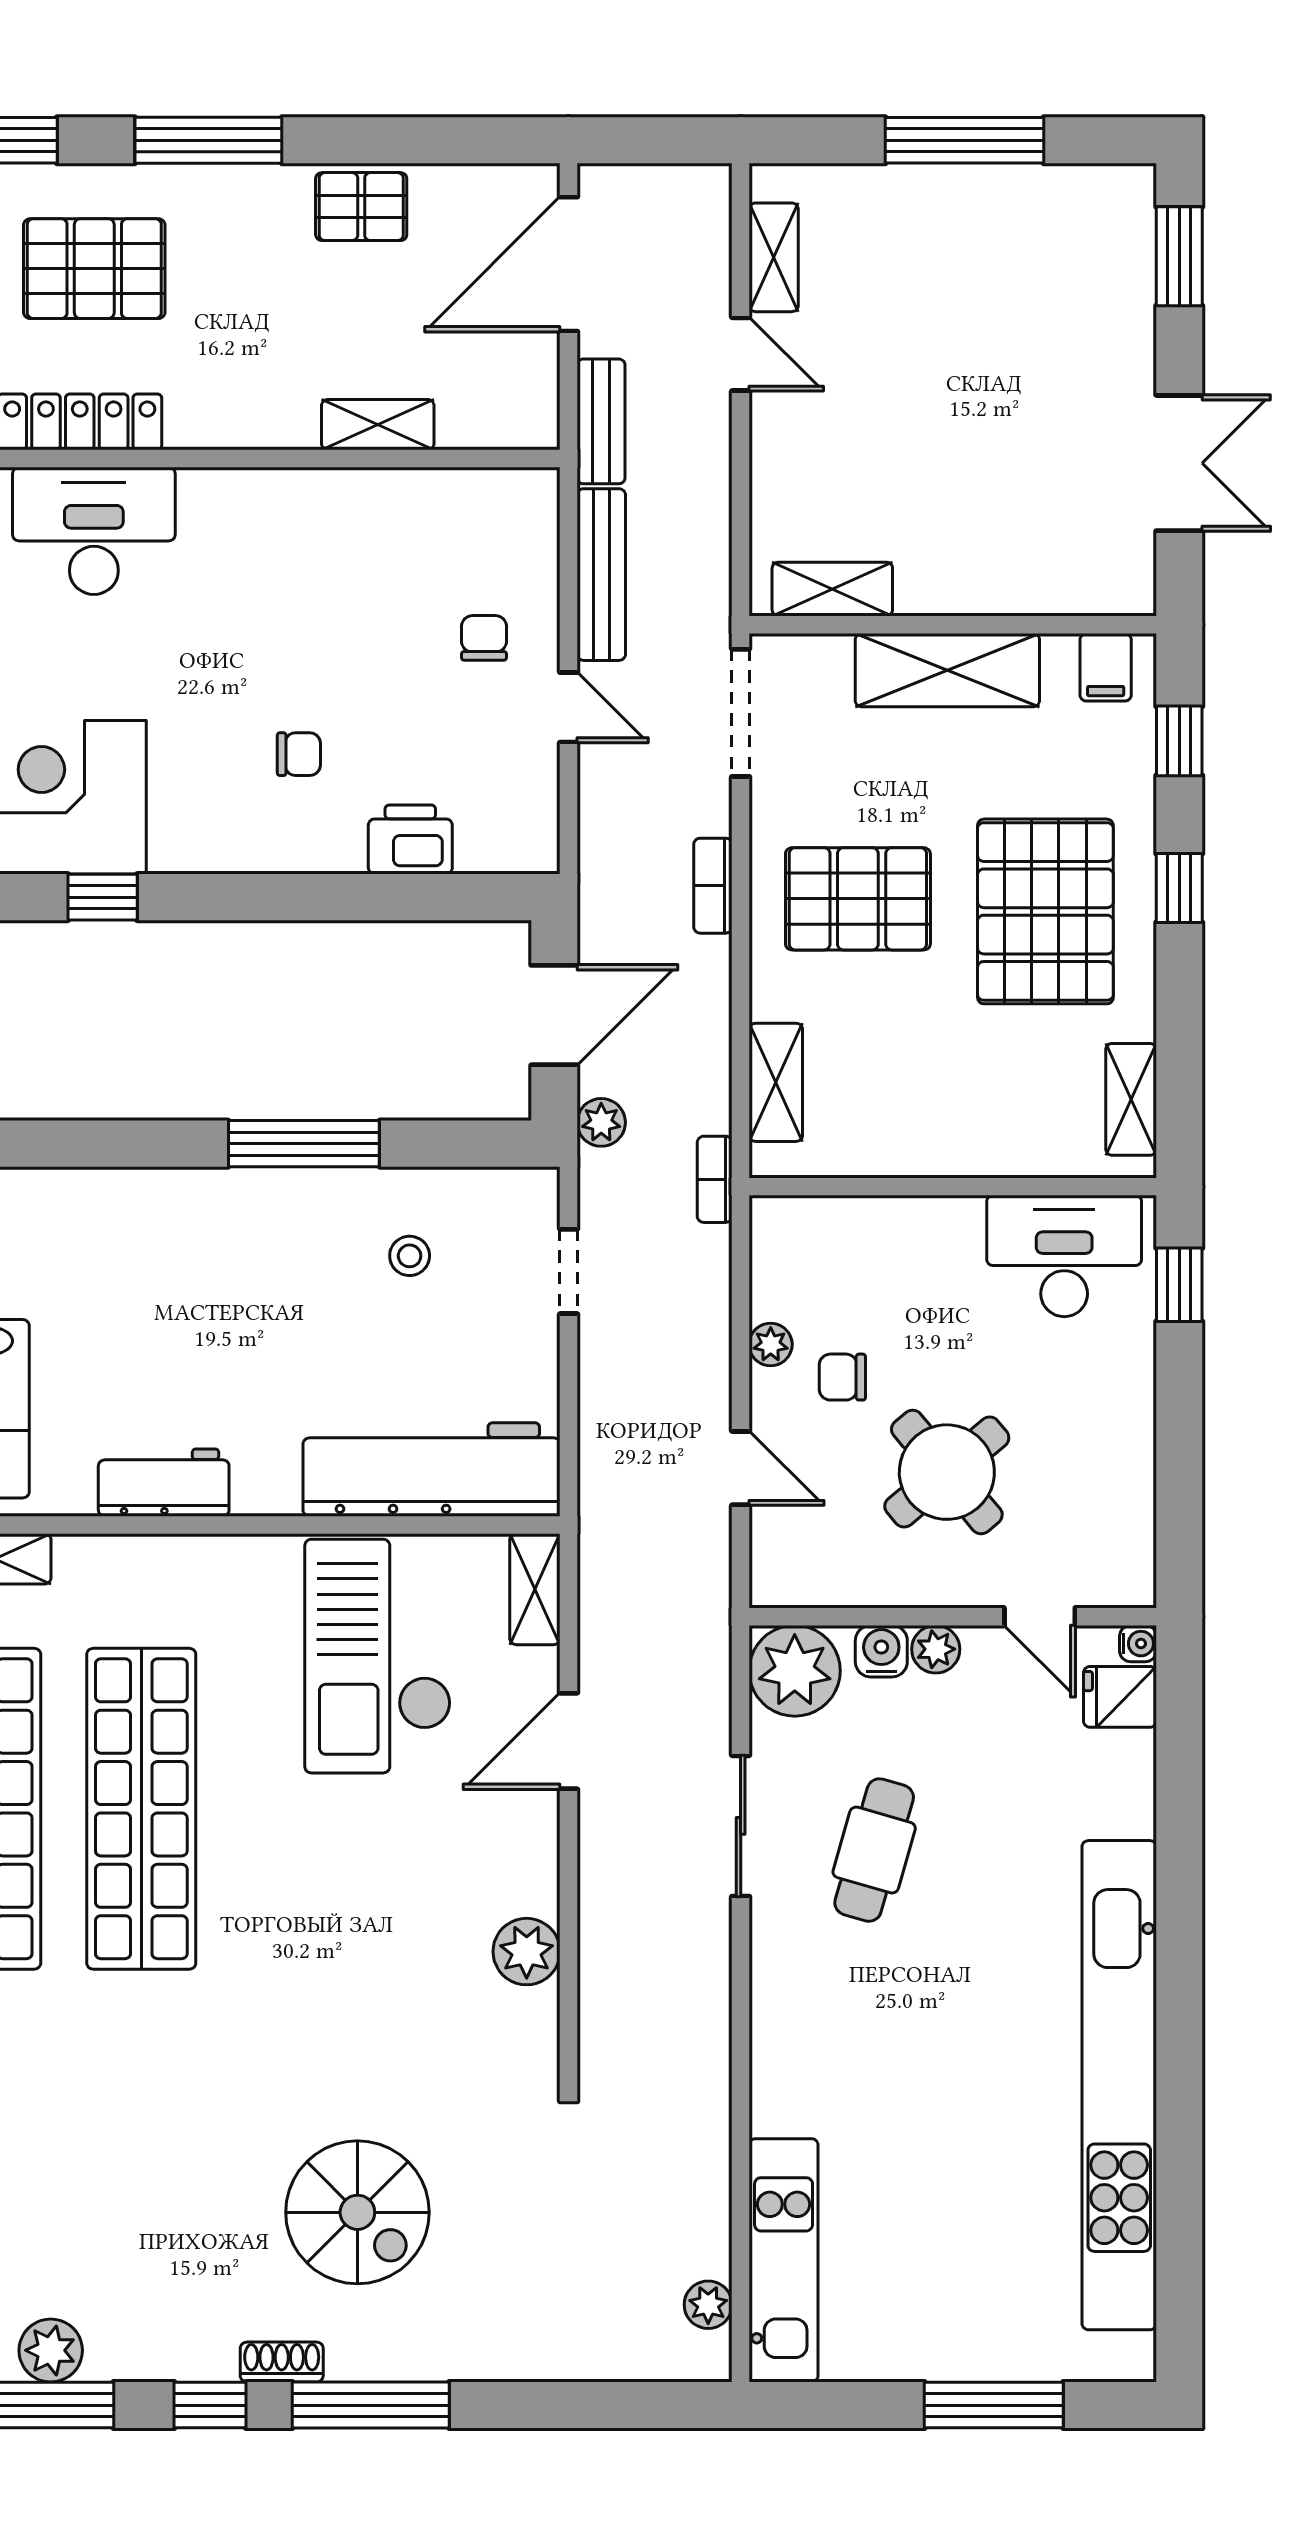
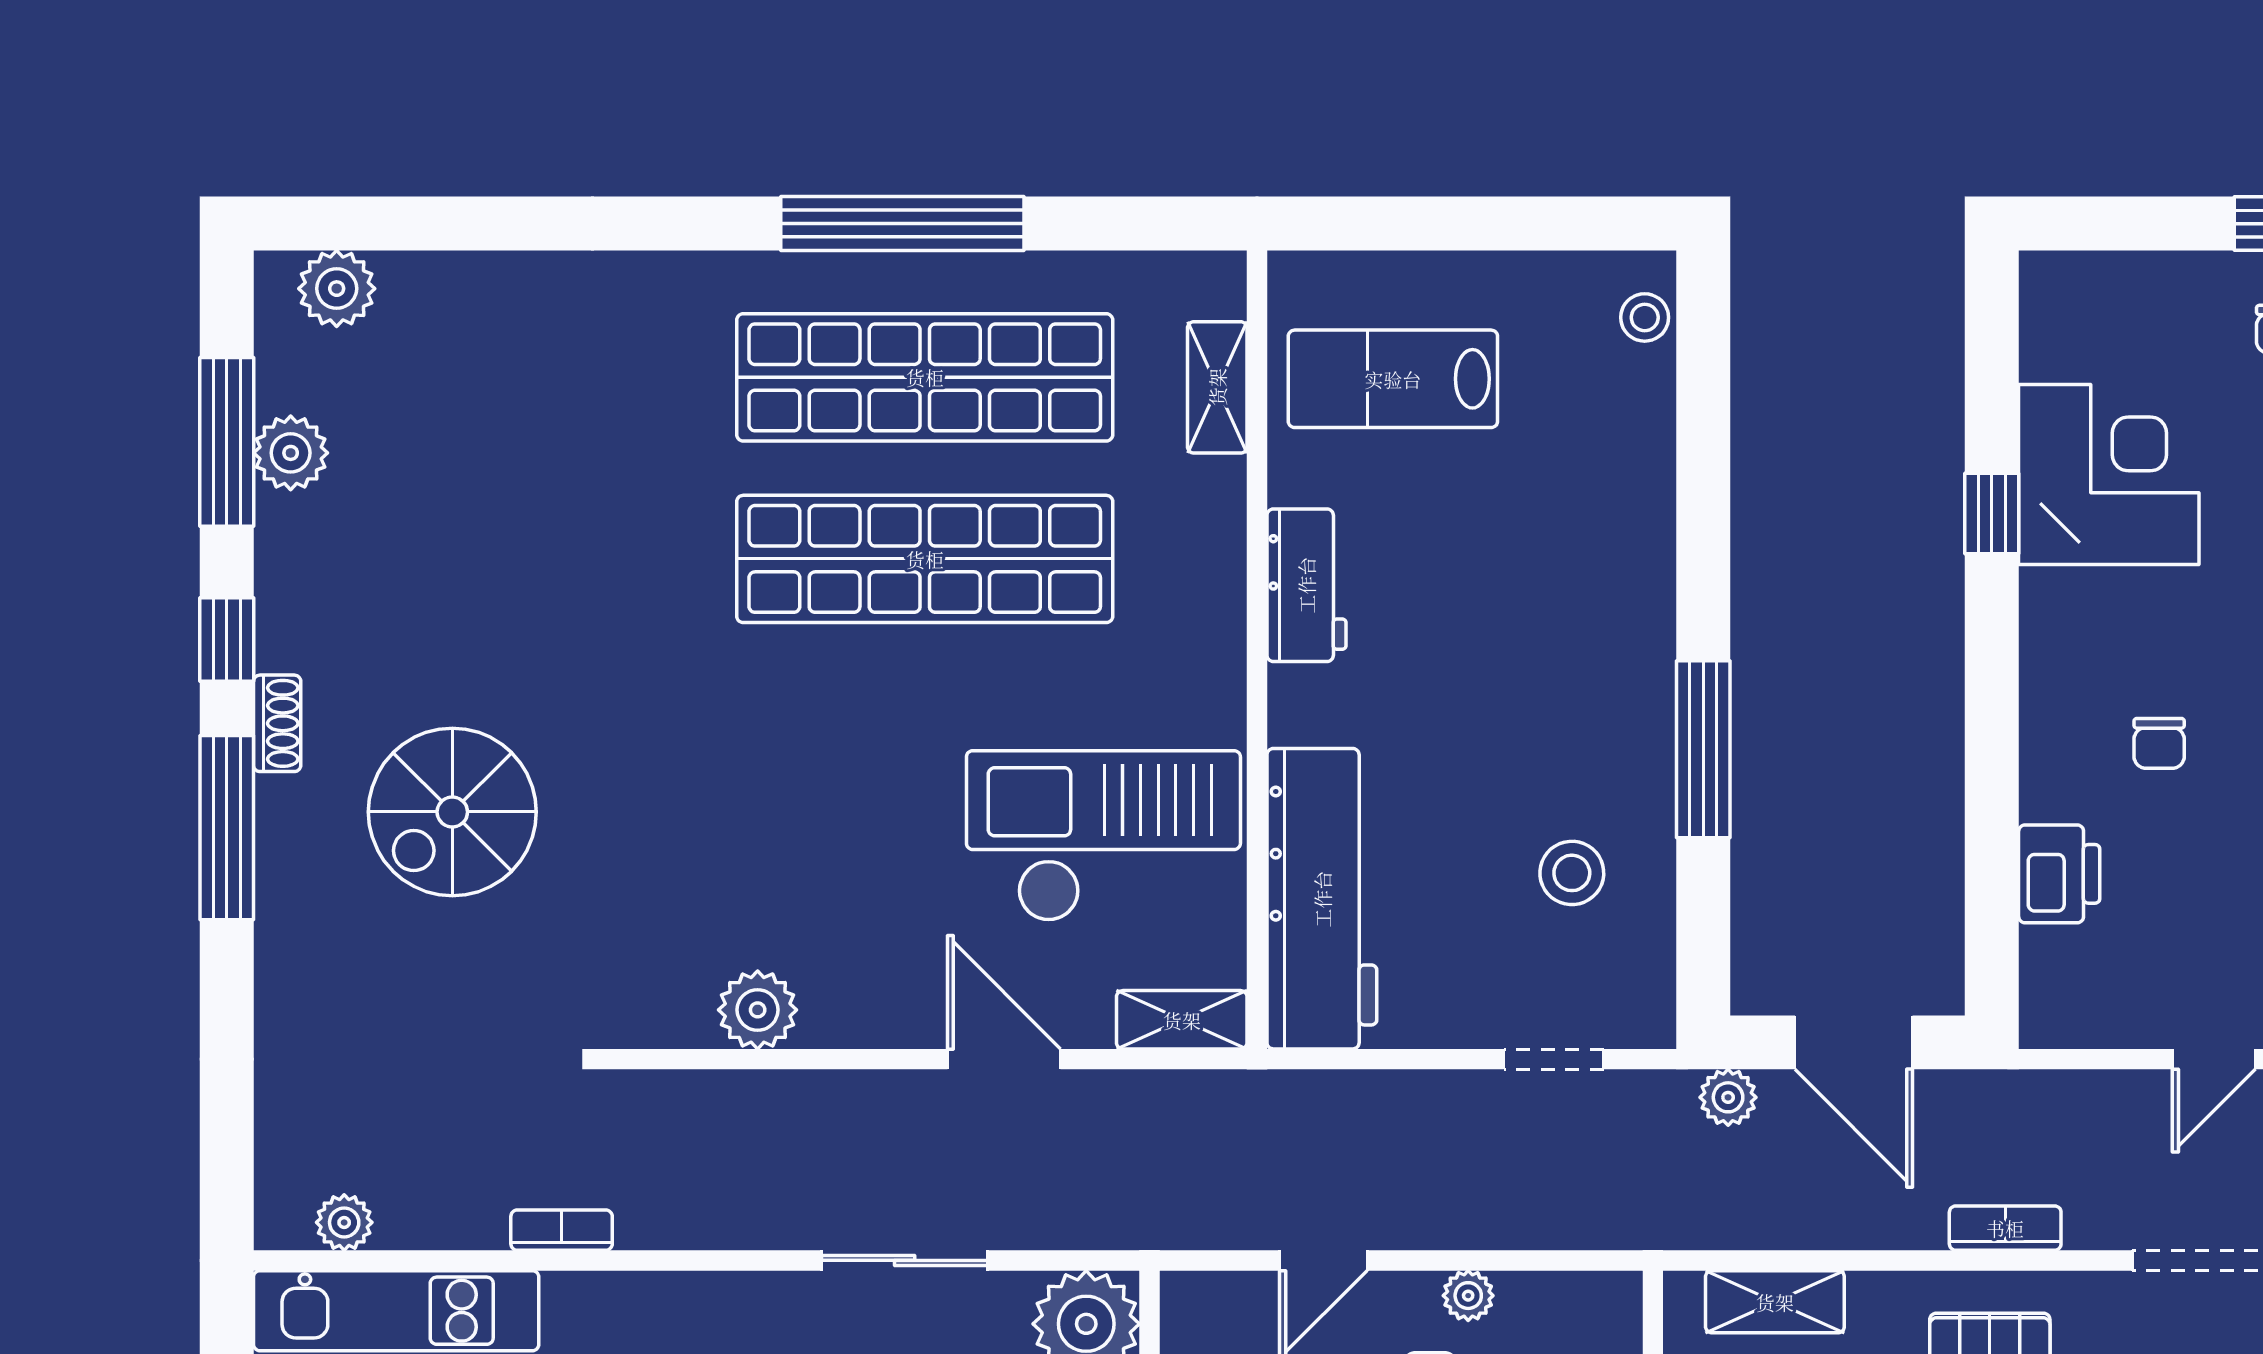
bookcase: (715, 1179) -> (562, 1230), moved
stool: (410, 1256) -> (1572, 873), width x1.37, depth x1.37

